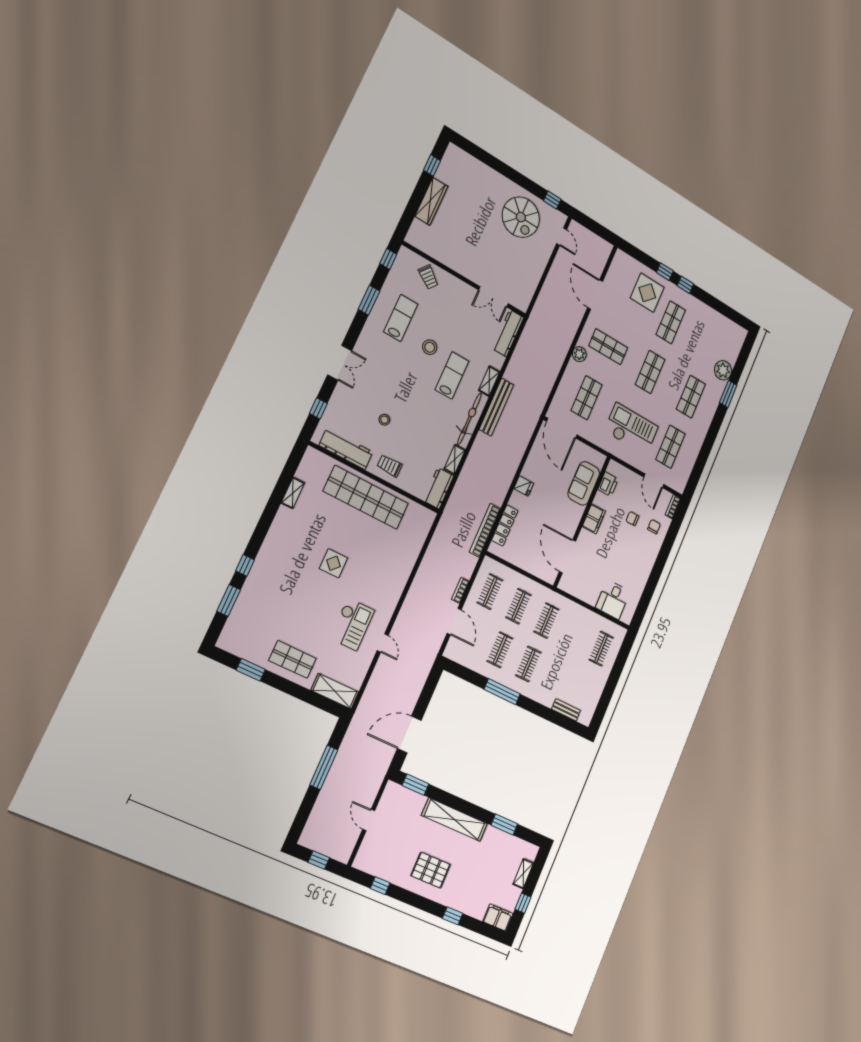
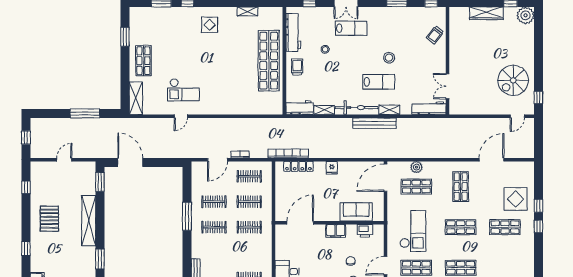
plant: (455, 157) -> (526, 15), added
lab bench: (401, 318) -> (351, 28), moved
plant: (579, 354) -> (416, 167), moved
display table: (333, 563) -> (210, 25), moved

